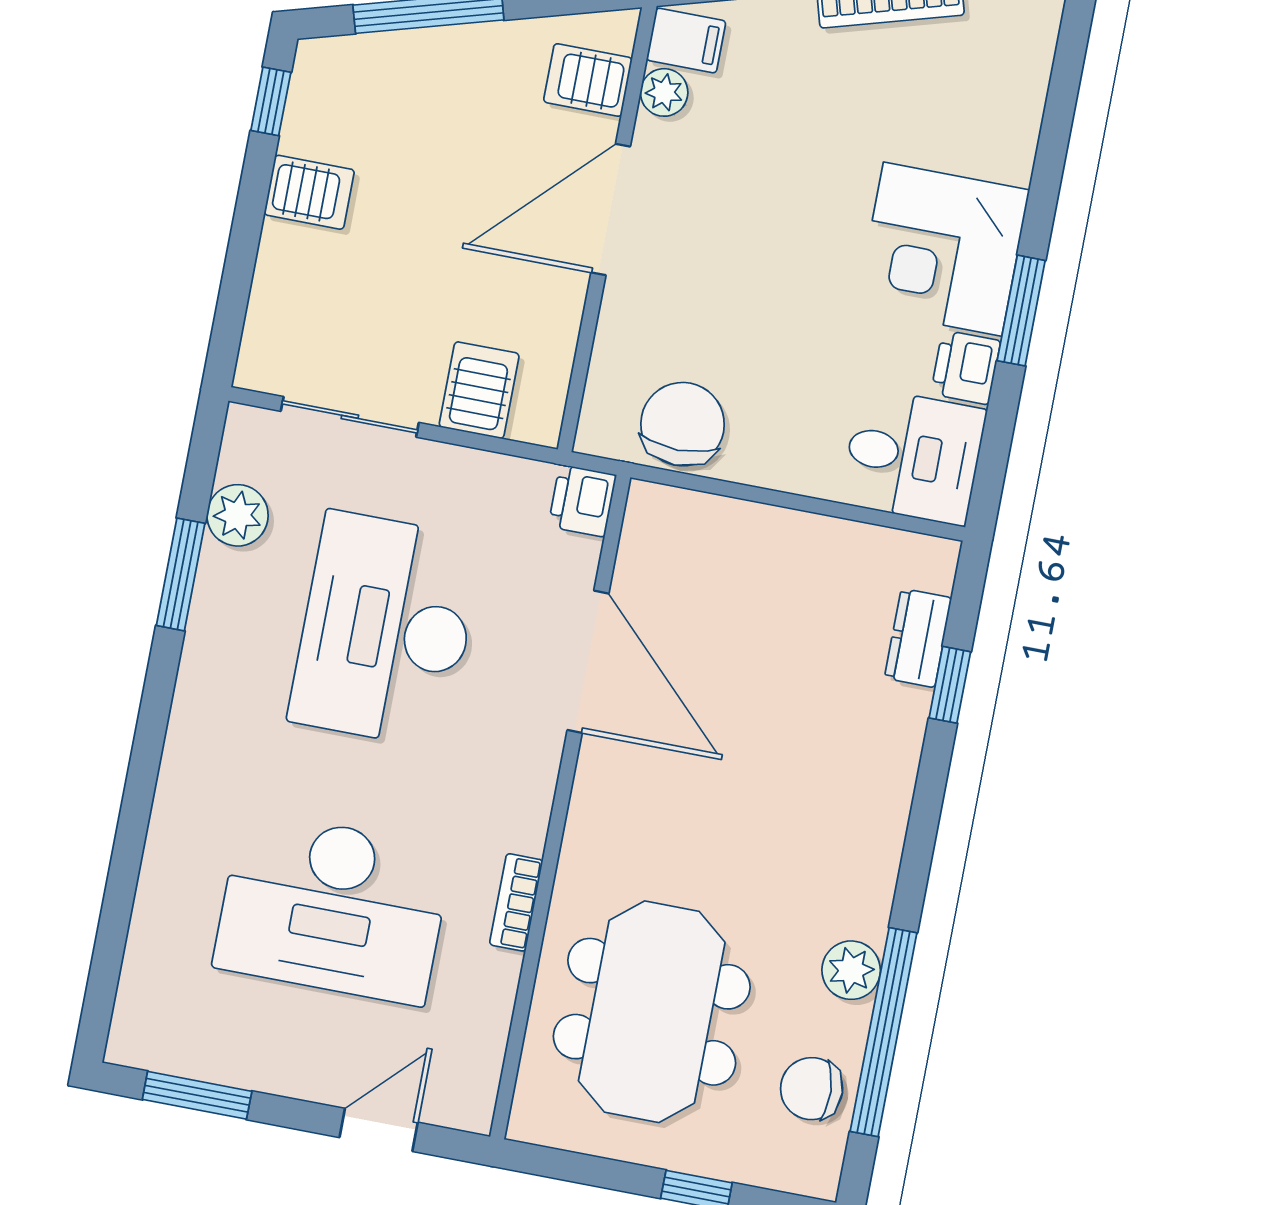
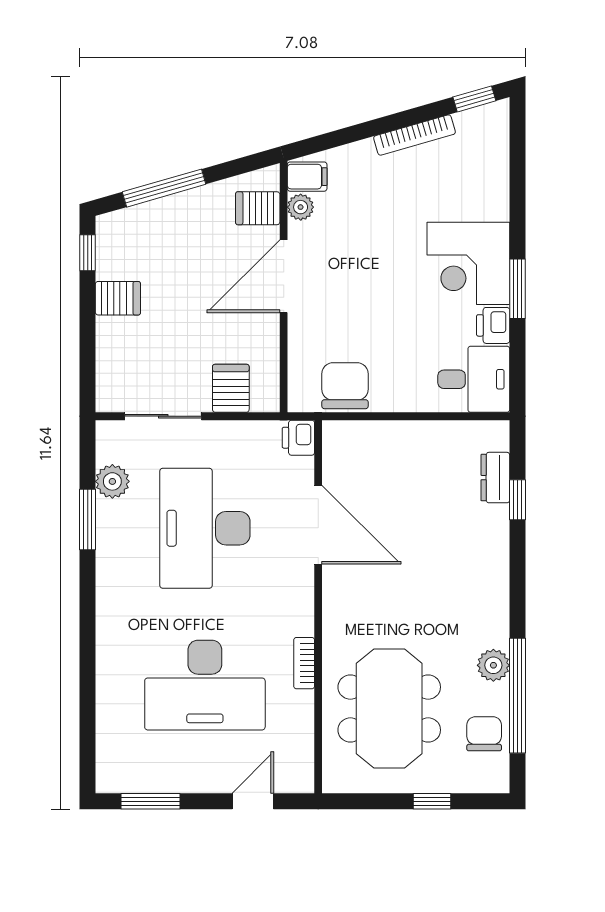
chair: (812, 1089) -> (484, 734), turned 93

